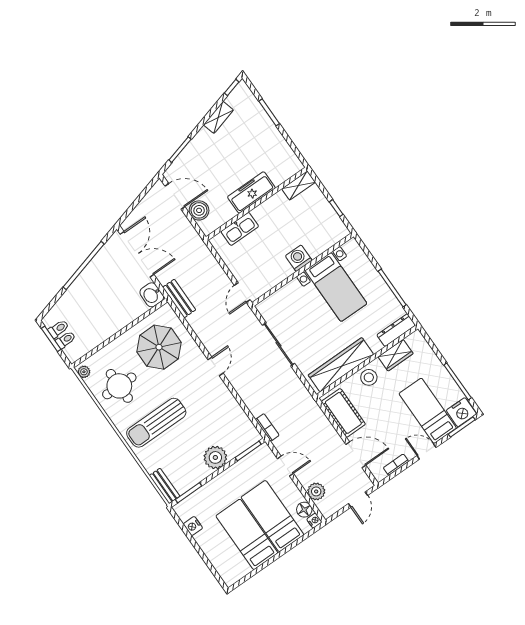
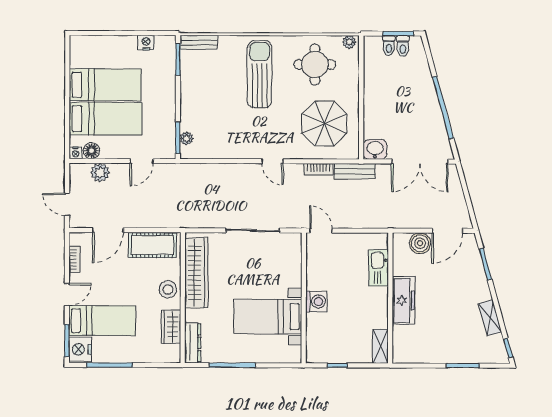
bookcase: (267, 427) -> (318, 169), moved
plant: (215, 457) -> (187, 139), moved, width x0.53, depth x0.53

